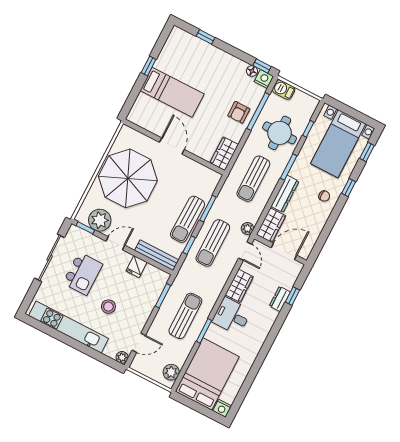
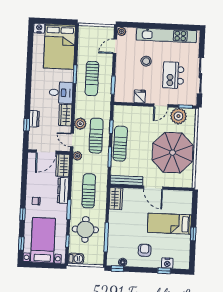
nightstand: (264, 79) -> (167, 263), moved
barbecue: (284, 90) -> (76, 259), moved
armchair: (239, 112) -> (145, 250), moved
bench: (157, 255) -> (127, 180), moved
plant: (171, 372) -> (80, 124), moved

